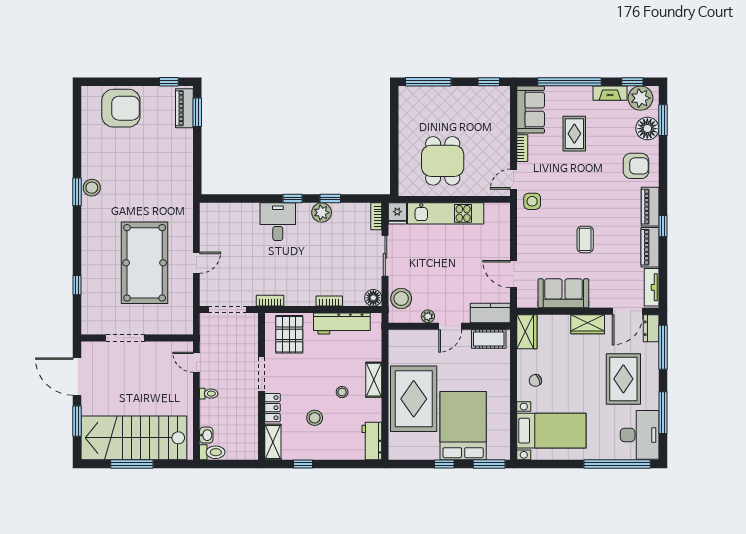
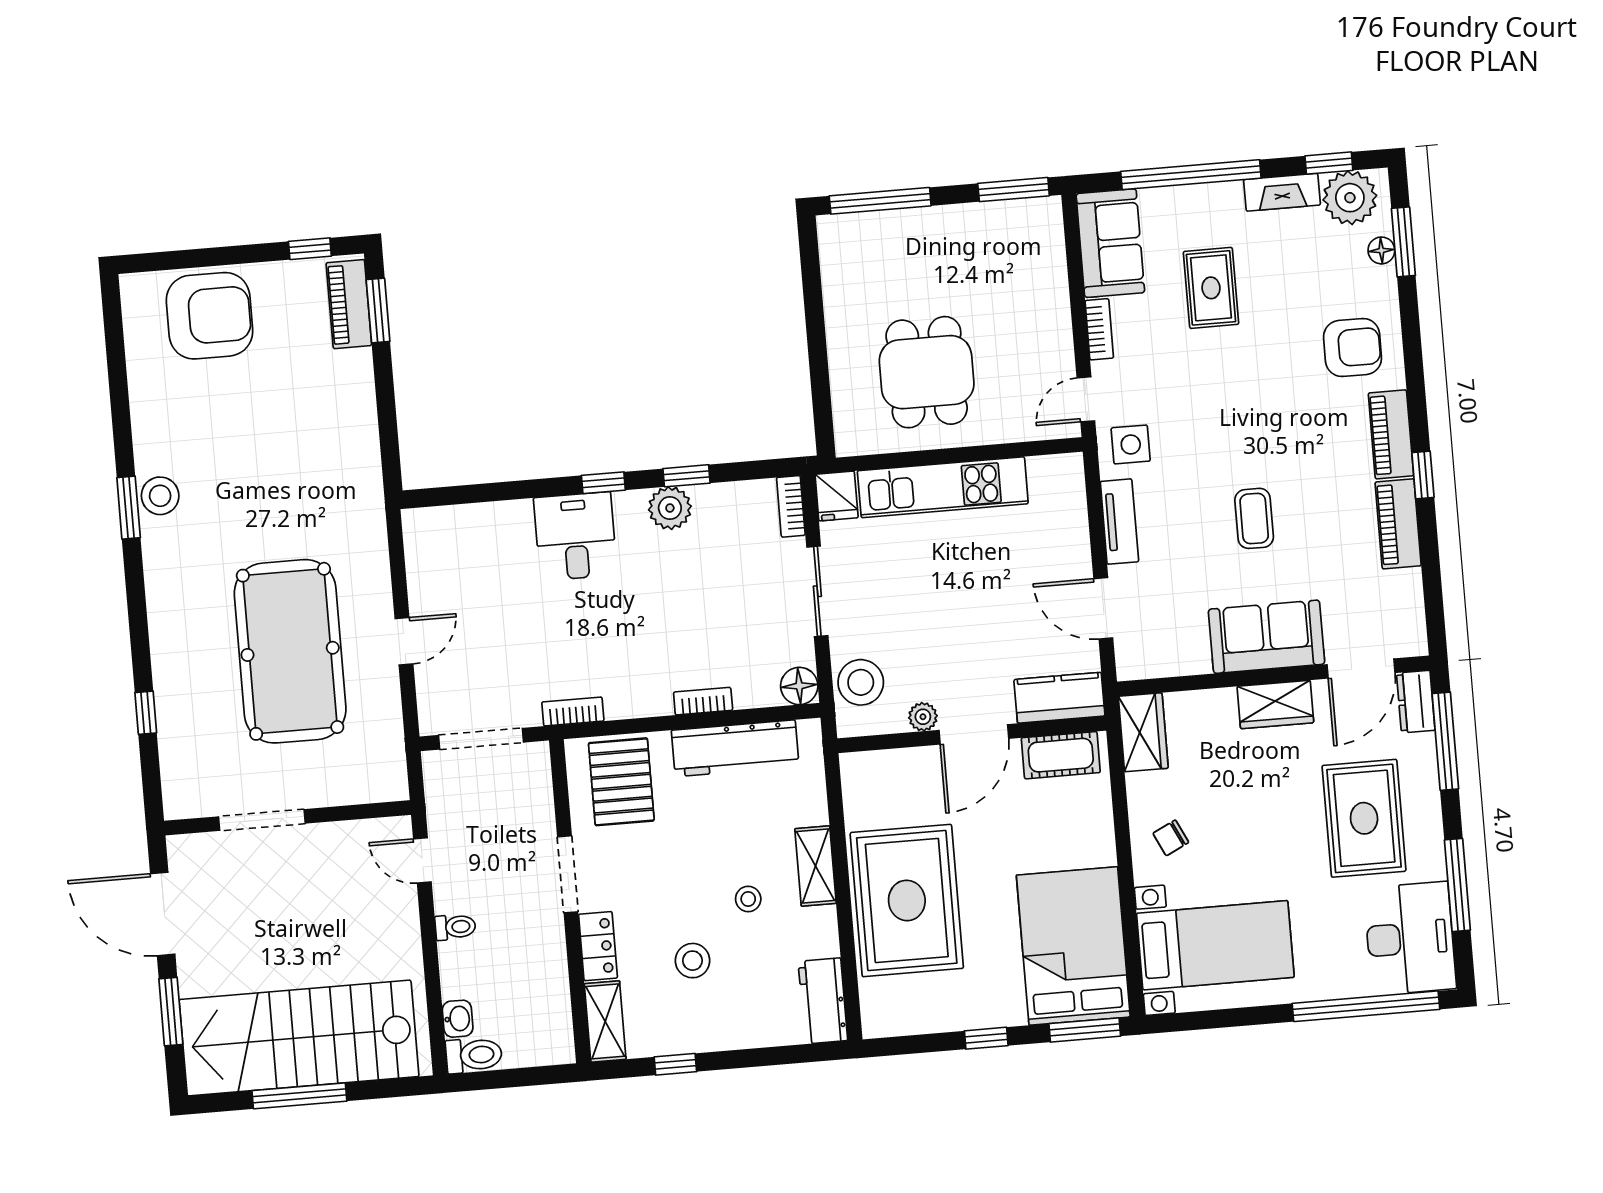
window: (489, 82) -> (1014, 190), width x1.50
floor lamp: (647, 129) -> (1381, 250), width x0.53, depth x0.53
tv unit: (652, 287) -> (1119, 522), moved, turned 180
sofa: (563, 293) -> (1266, 637), moved
door: (450, 326) -> (974, 734), width x1.38
bed: (463, 426) -> (1073, 946), moved

